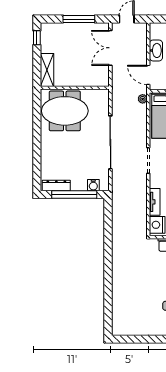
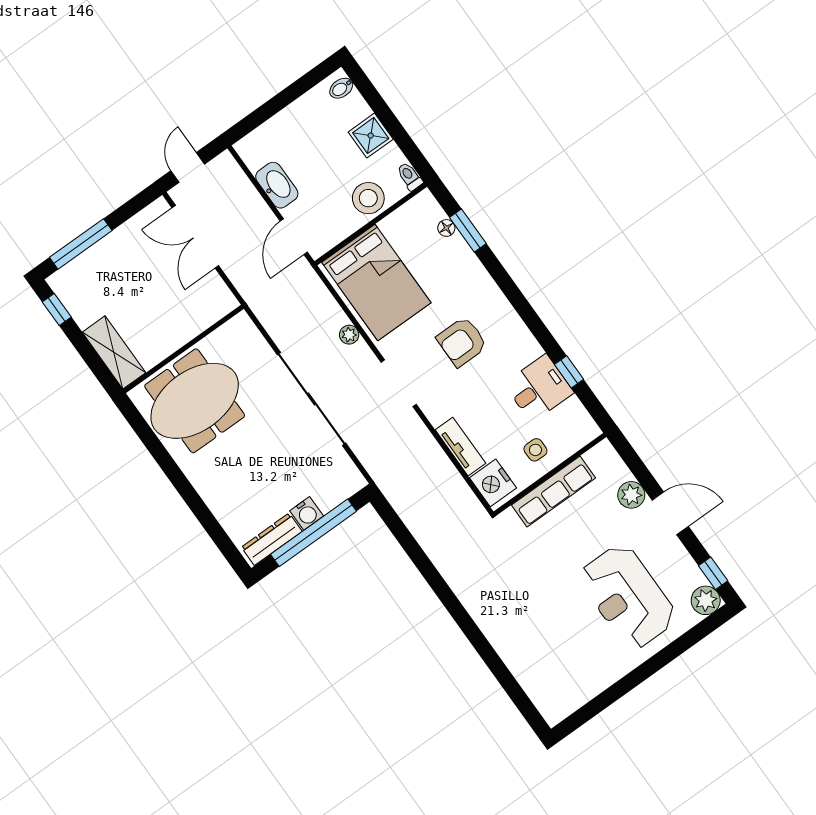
window: (79, 19) -> (81, 244), moved
door: (148, 75) -> (294, 237), hinge flipped
plant: (143, 99) -> (349, 335), moved
water cooler: (93, 185) -> (307, 513), moved

